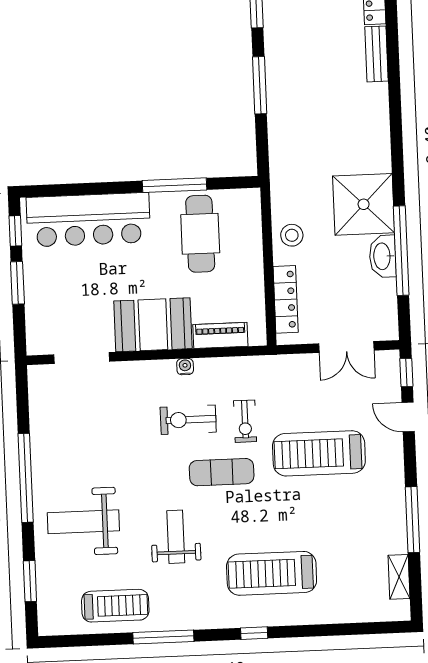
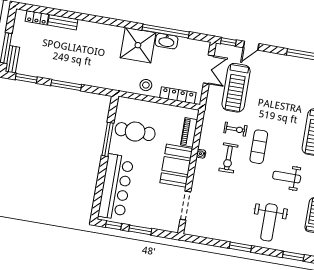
treadmill: (319, 453) -> (236, 88), moved
window: (26, 478) -> (240, 247), width x0.47

